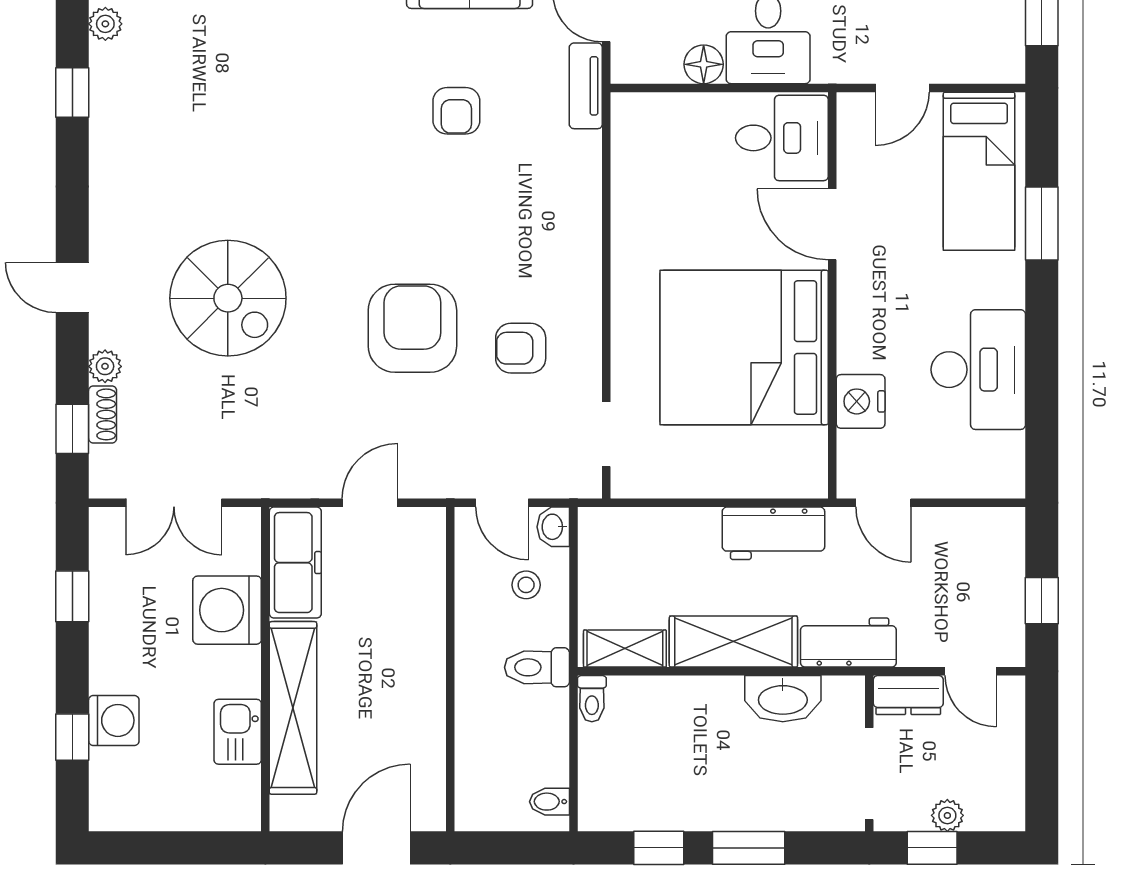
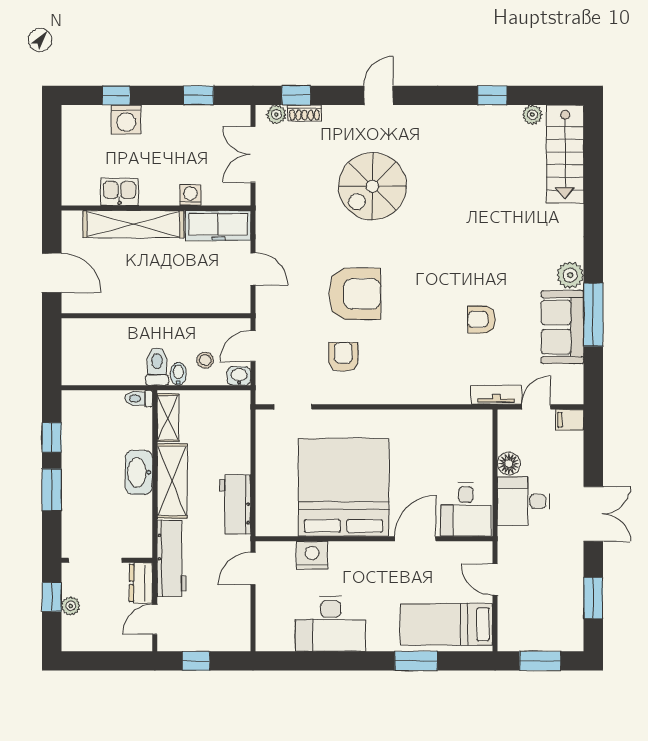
plant: (105, 366) -> (276, 114), moved
washing machine: (227, 610) -> (190, 195), width x0.53, depth x0.53
workbench: (848, 642) -> (172, 559), width x1.38
washbasin: (783, 699) -> (139, 472), moved
bidet: (550, 802) -> (178, 374), moved

